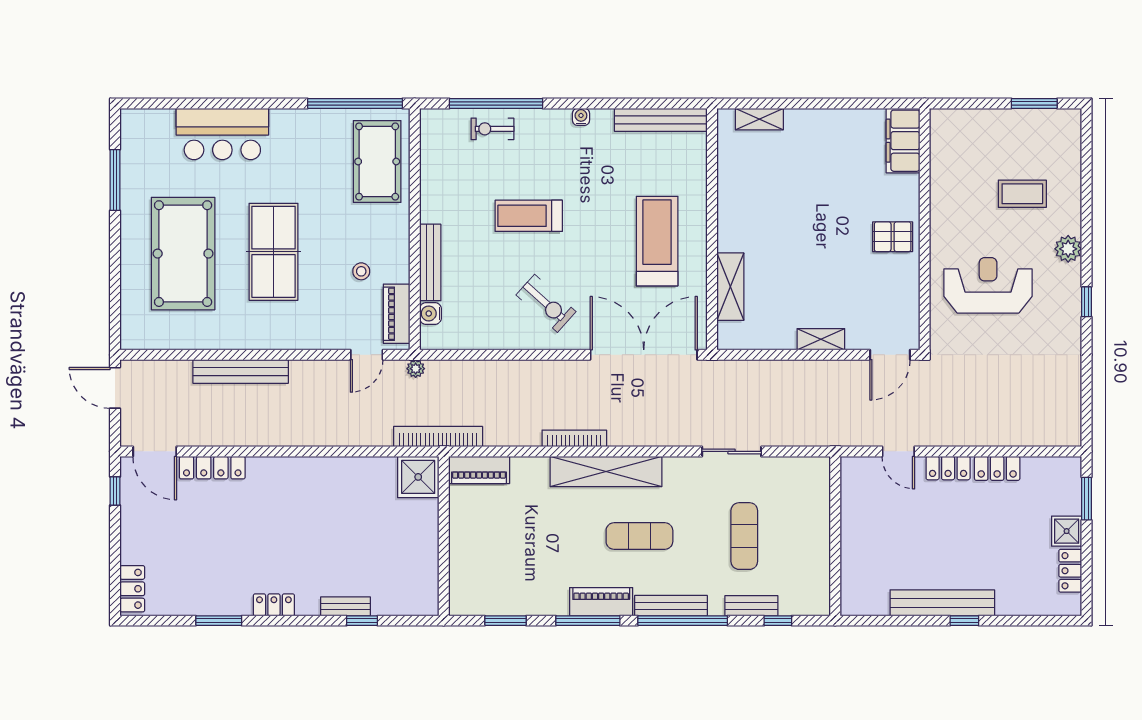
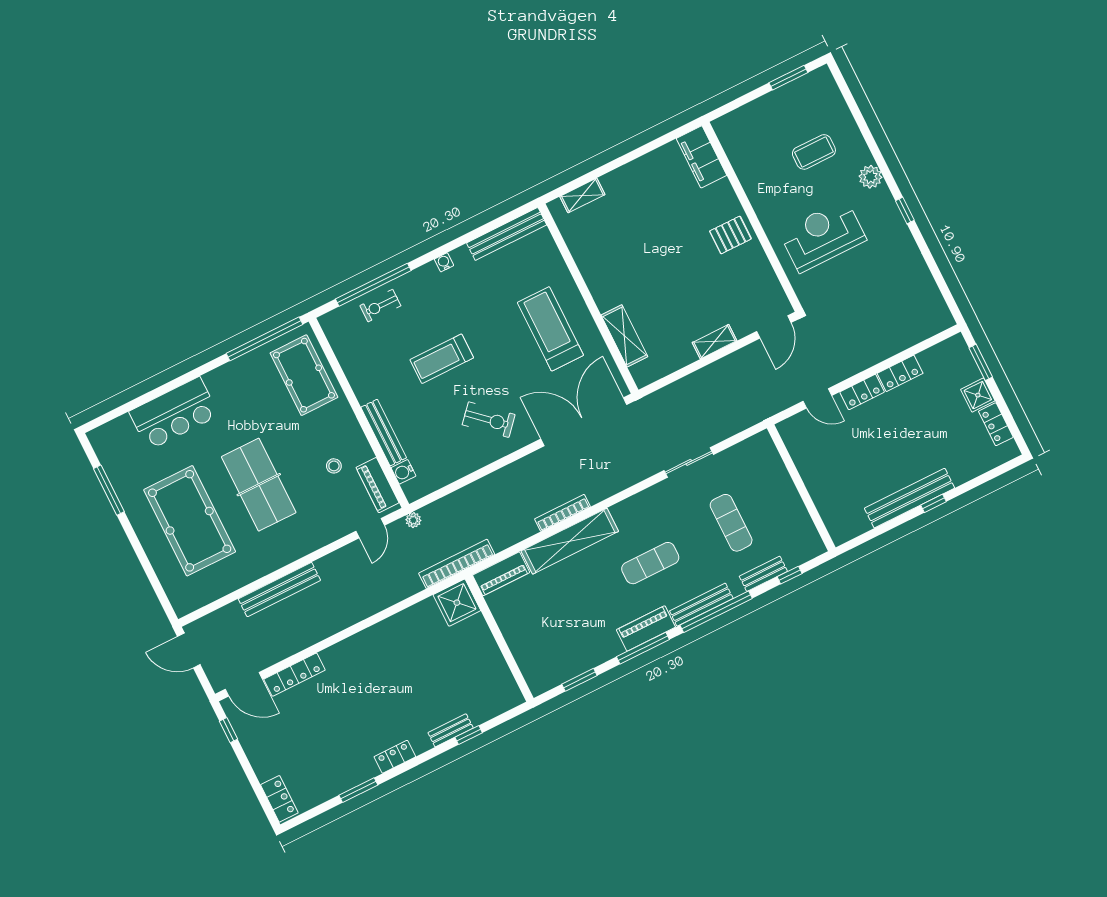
shelving: (606, 471) -> (570, 541), moved

